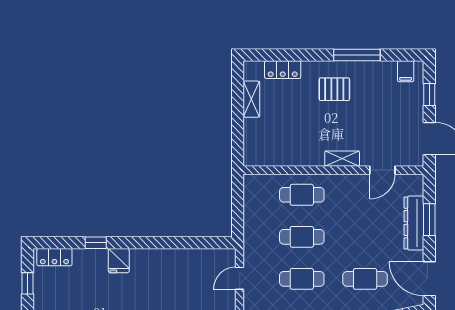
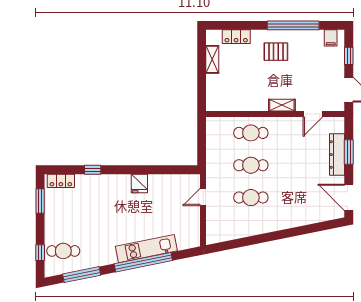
window: (357, 55) -> (293, 25), width x1.46
fridge: (119, 261) -> (139, 183), moved
cafe table: (365, 279) -> (299, 198), removed
window: (28, 283) -> (40, 201), width x1.50

